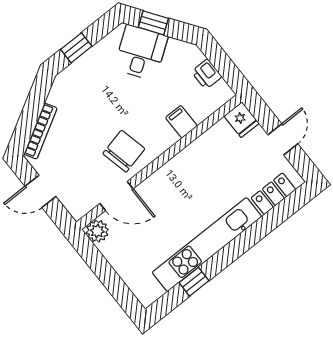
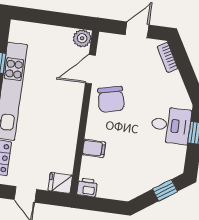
desk: (141, 53) -> (171, 125), moved, turned -55
printer: (207, 74) -> (87, 187), moved
bookcase: (41, 131) -> (167, 57), width x0.64

